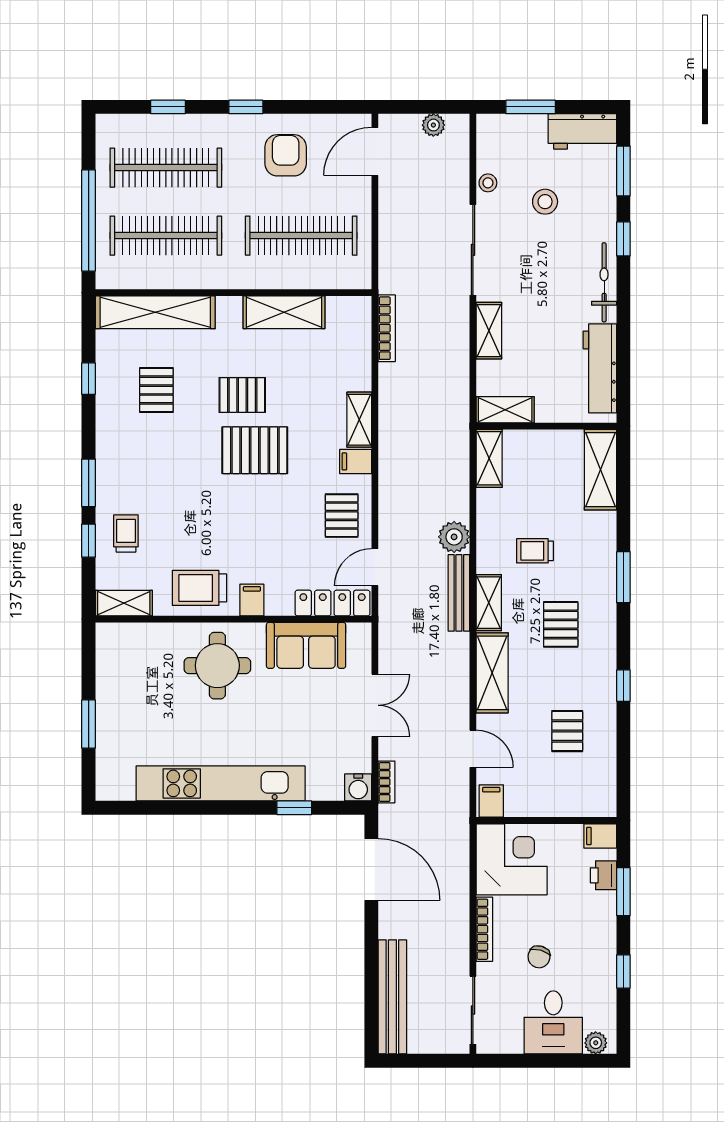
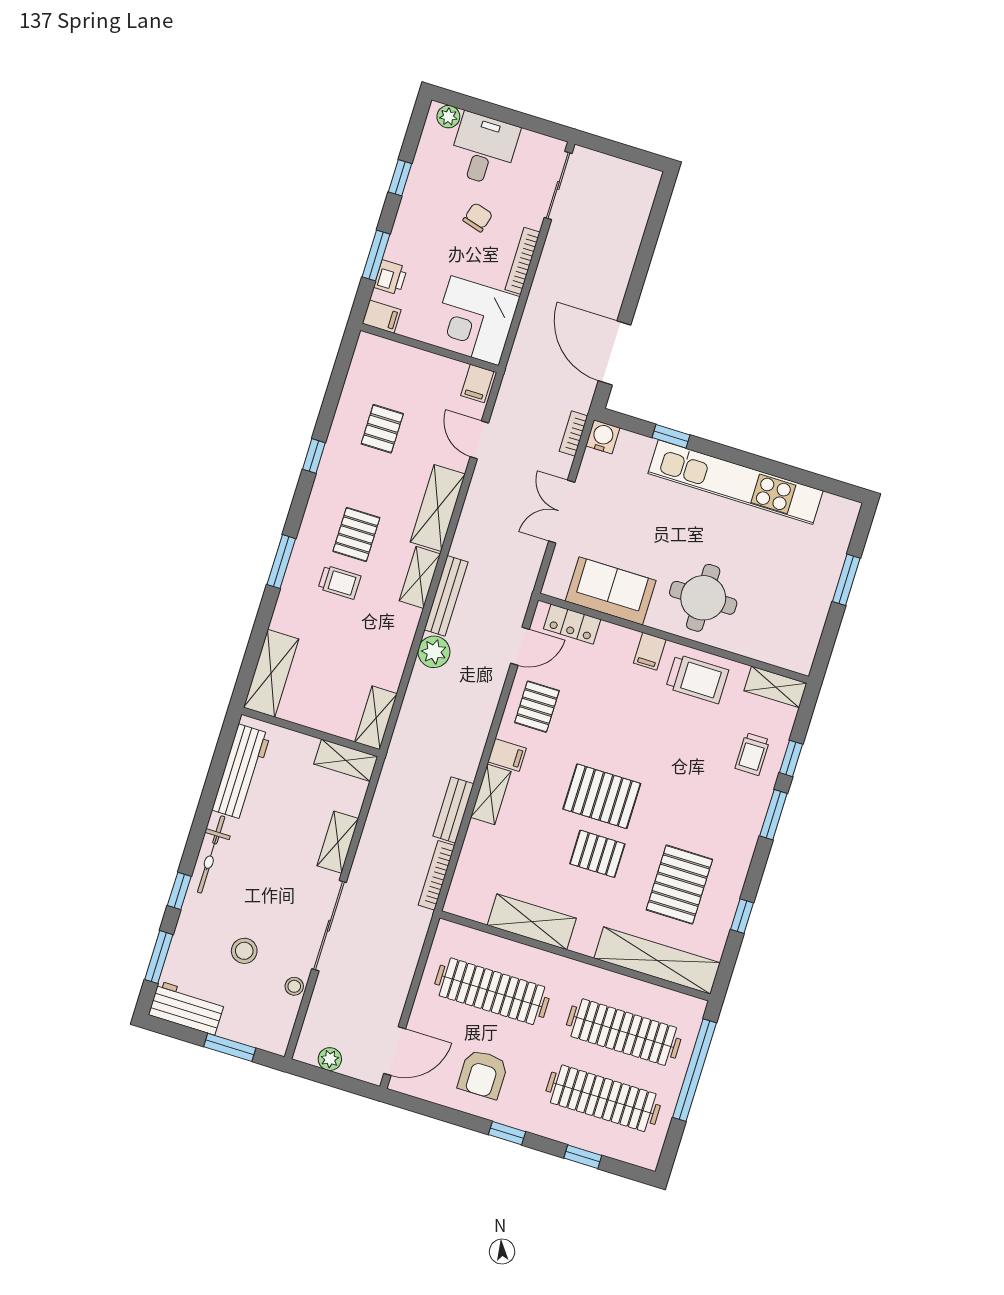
pallet: (156, 390) -> (679, 885), width x1.50, depth x1.42
trolley: (535, 551) -> (339, 582), moved
locker: (333, 603) -> (572, 624), width x0.66
bench: (392, 997) -> (453, 810), moved, width x0.54, depth x0.82

